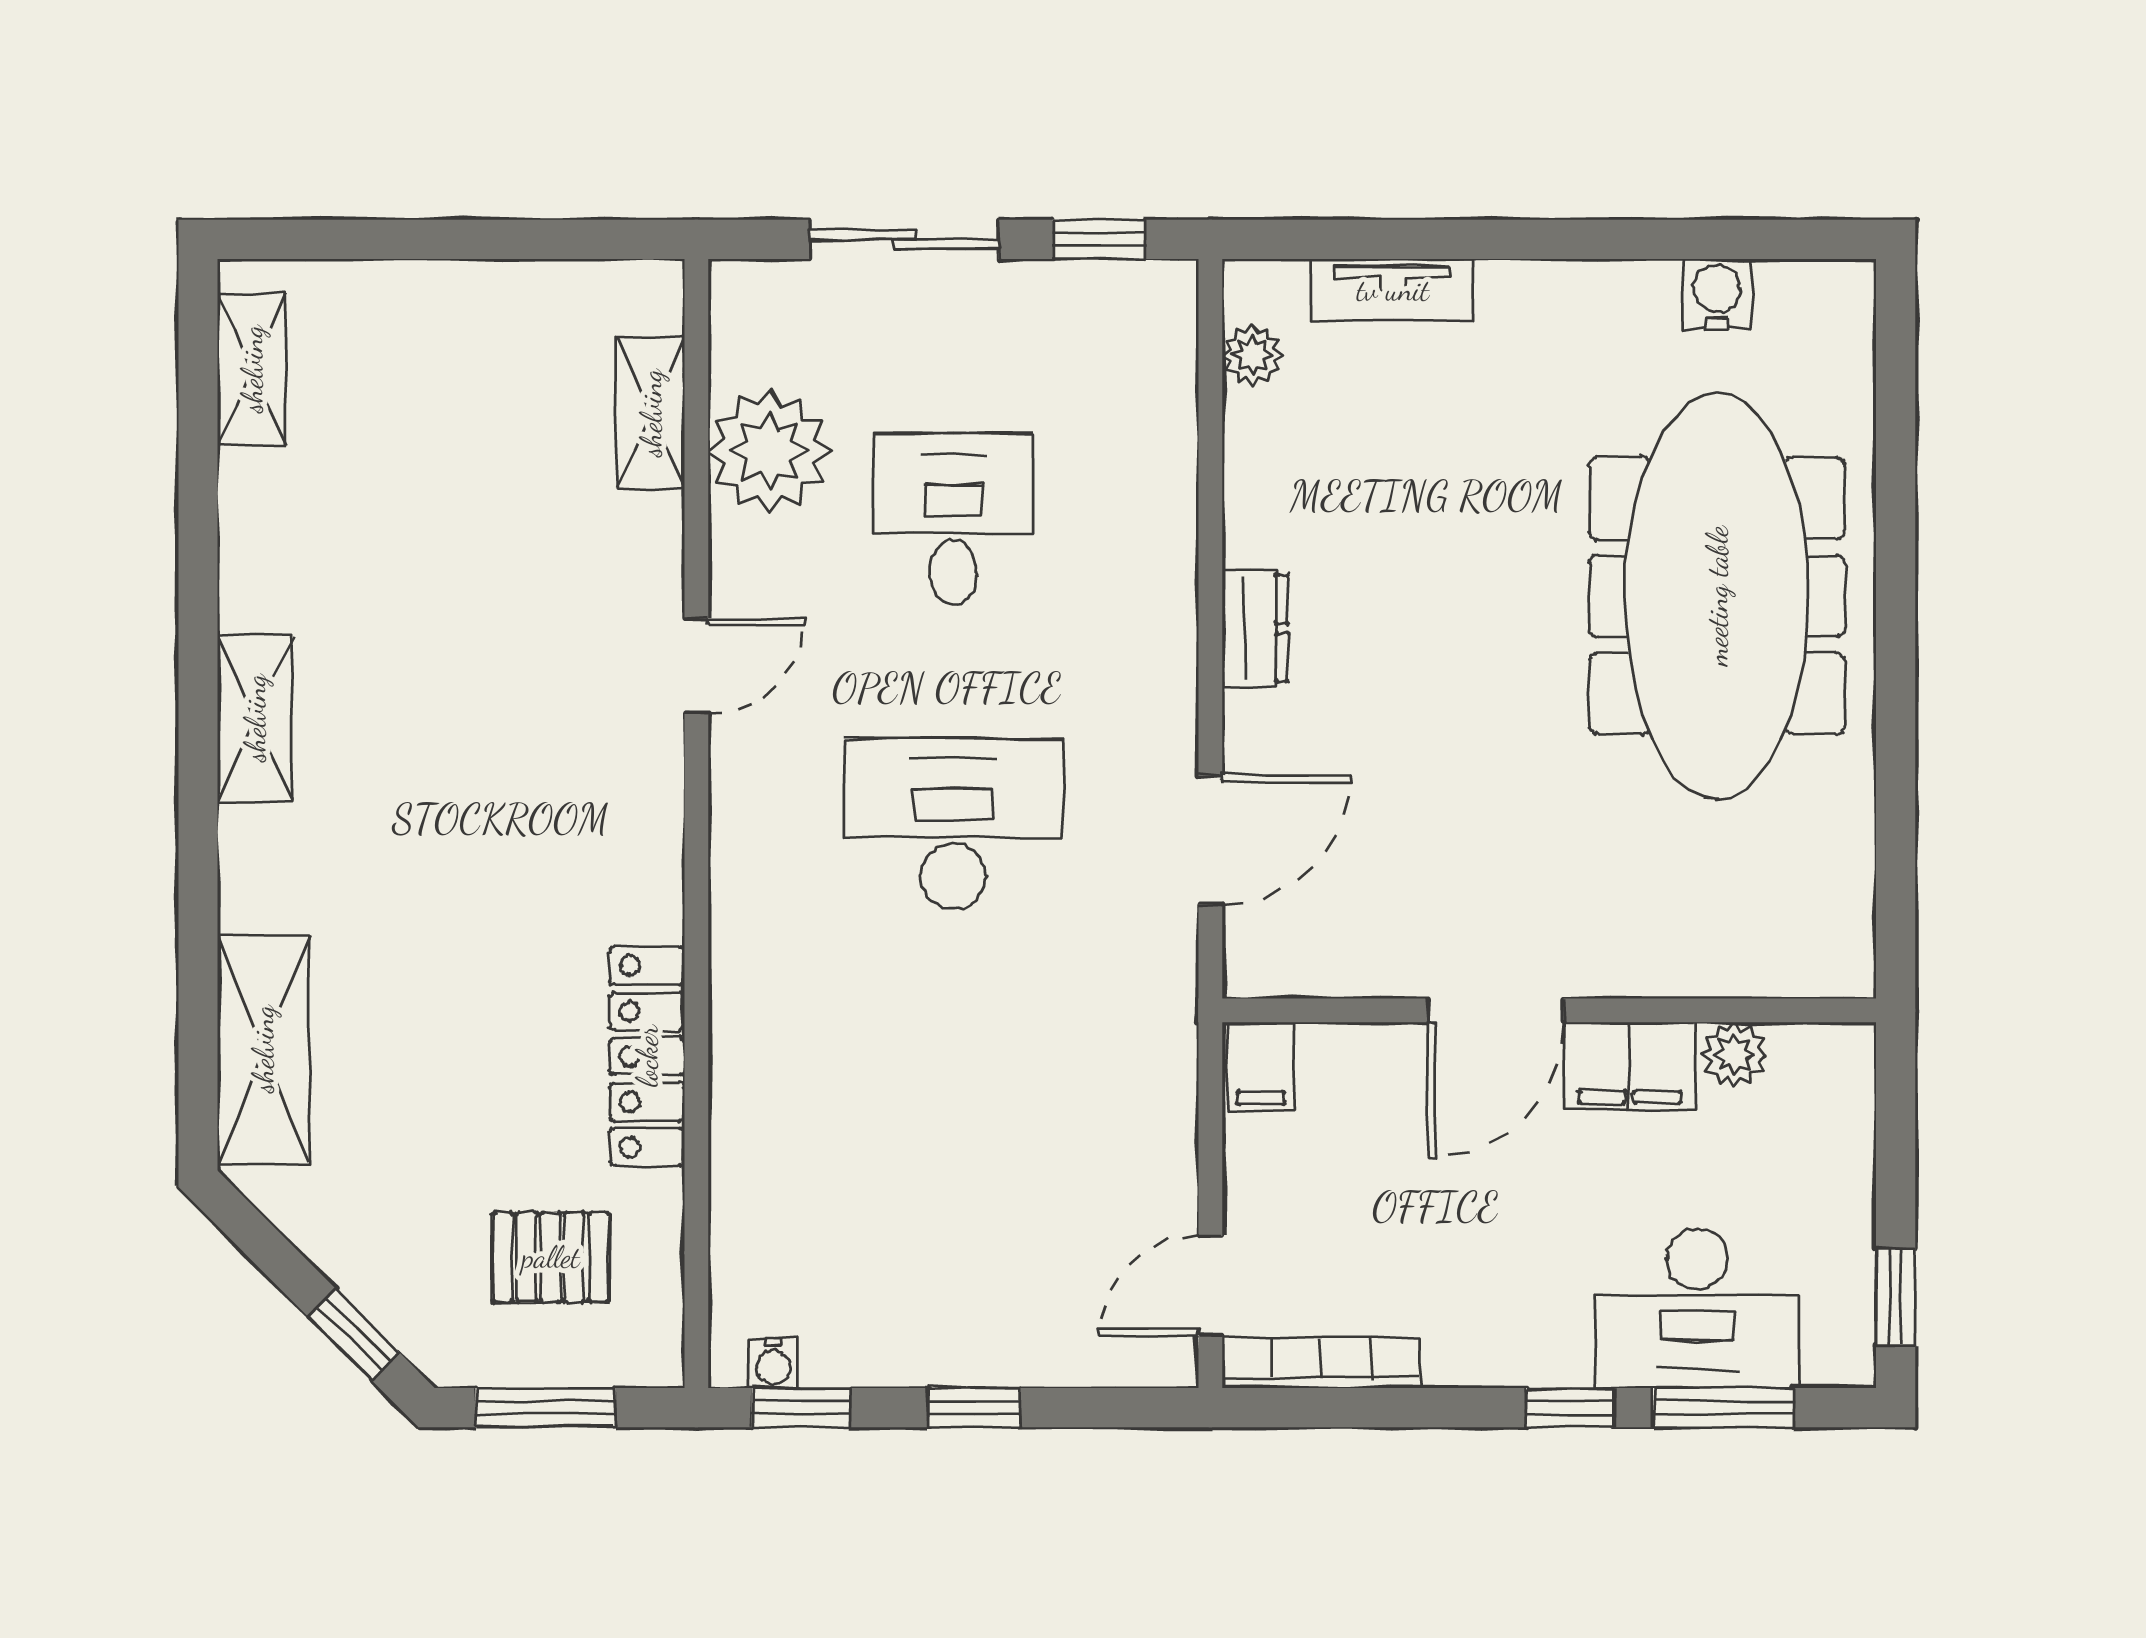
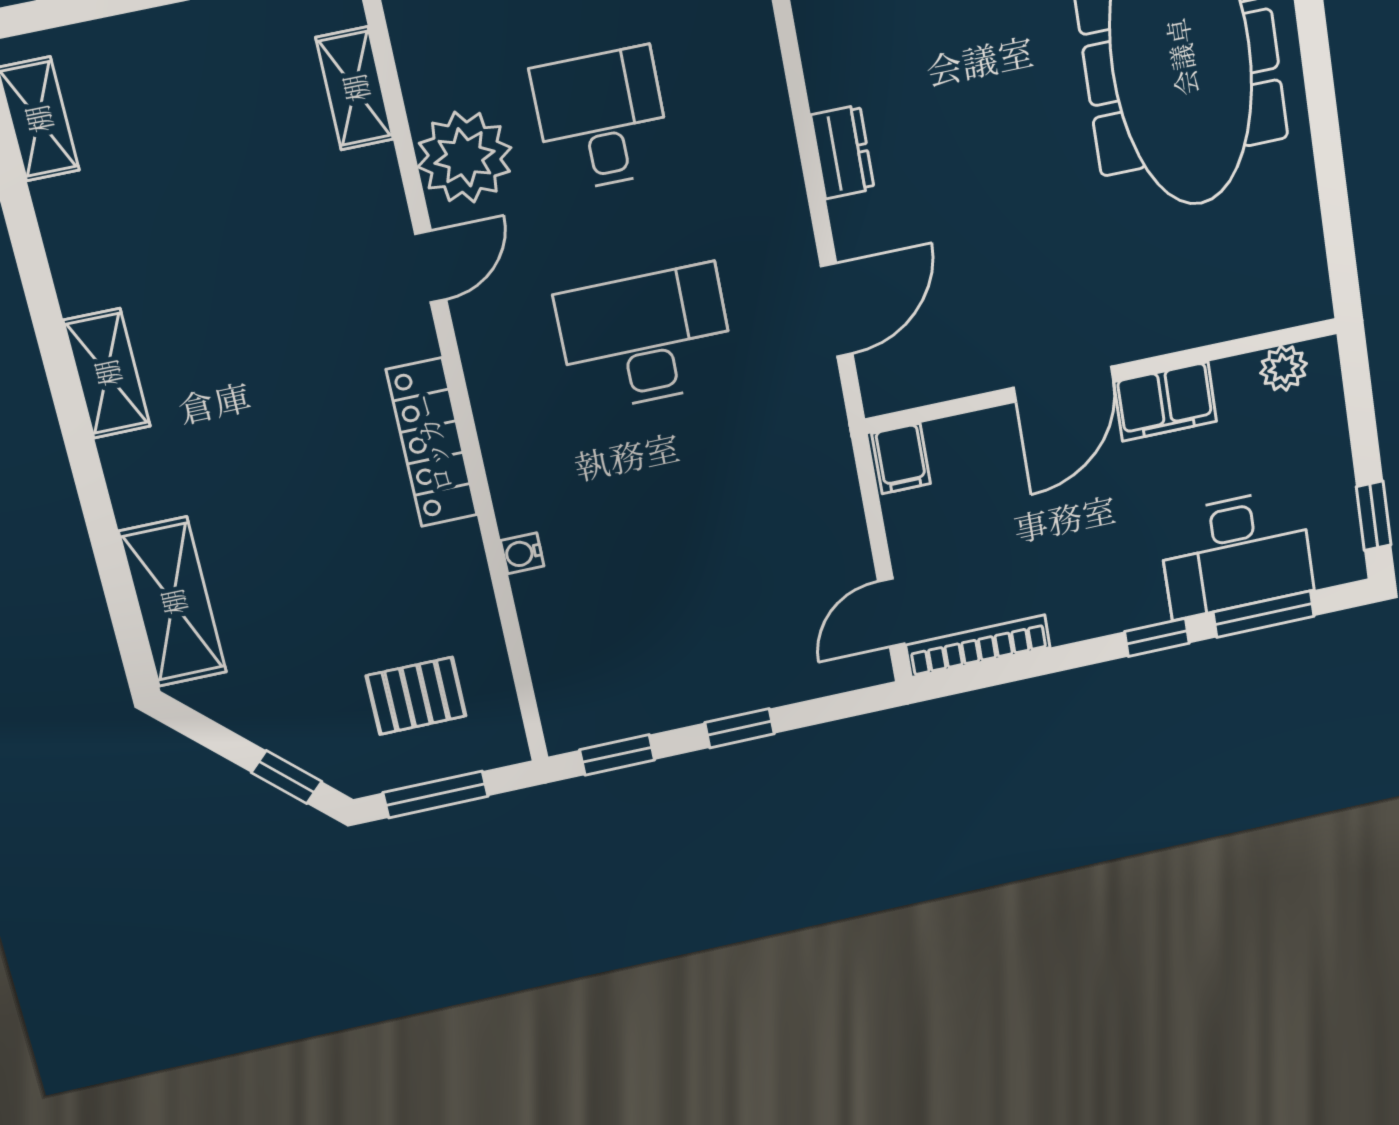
plant: (770, 451) -> (464, 157), moved
plant: (1734, 1055) -> (1284, 368), moved
locker: (647, 1056) -> (432, 443), moved
water cooler: (773, 1363) -> (522, 553), moved, turned 90

